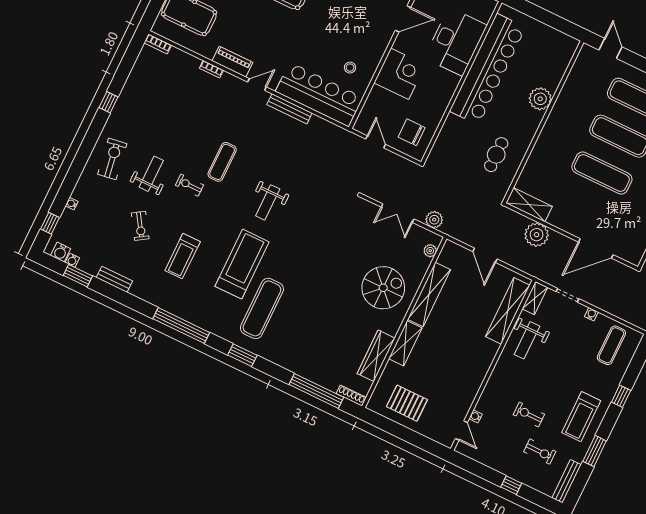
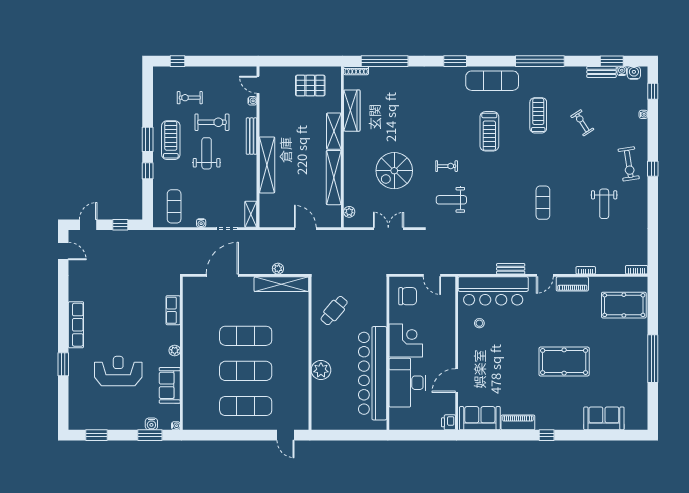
corner desk: (400, 74) -> (406, 340), moved, turned 180
window: (108, 102) -> (653, 169), moved
bench: (289, 109) -> (511, 269), width x0.73
cafe table: (496, 155) -> (334, 311), turned 40
weight bench: (151, 174) -> (604, 204), moved
exercise bike: (189, 185) -> (447, 166), moved
weight bench: (268, 202) -> (451, 200), moved, turned -90
shelving: (529, 205) -> (281, 284), width x1.47
plant: (434, 220) -> (358, 237), removed
plant: (537, 235) -> (278, 269), width x0.53, depth x0.53
treadmill: (242, 264) -> (489, 131), width x0.73, depth x0.73
bench: (114, 279) -> (601, 72), moved
spiral stairs: (383, 288) -> (394, 171), moved
exercise mat: (262, 308) -> (492, 81), moved, turned 90
shelving: (508, 311) -> (267, 165), moved
window: (181, 326) -> (540, 61), moved
weight bench: (527, 340) -> (207, 153), moved
exercise bike: (529, 415) -> (212, 122), width x1.38, depth x1.39
window: (595, 451) -> (148, 139), moved
bench: (567, 481) -> (252, 136), moved
window: (511, 485) -> (177, 61), moved

